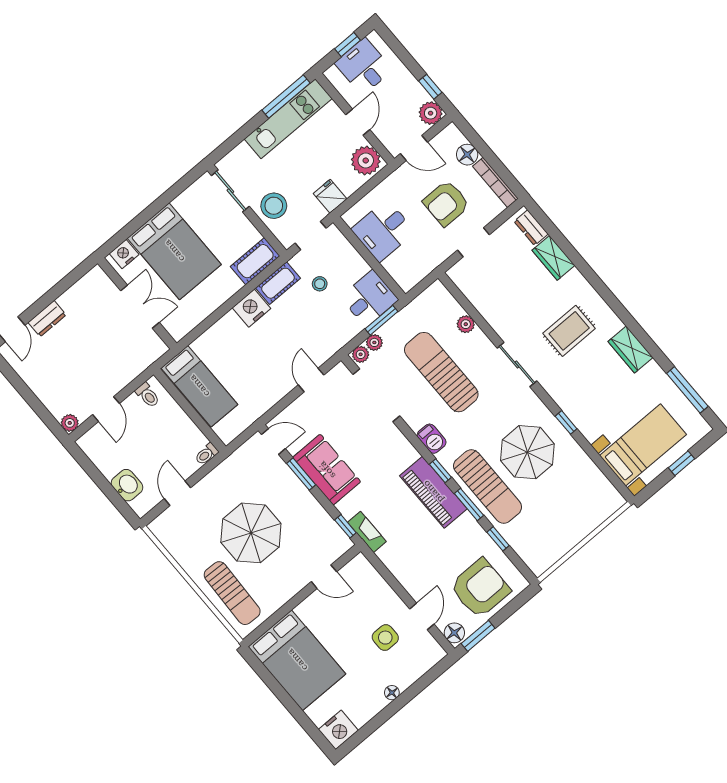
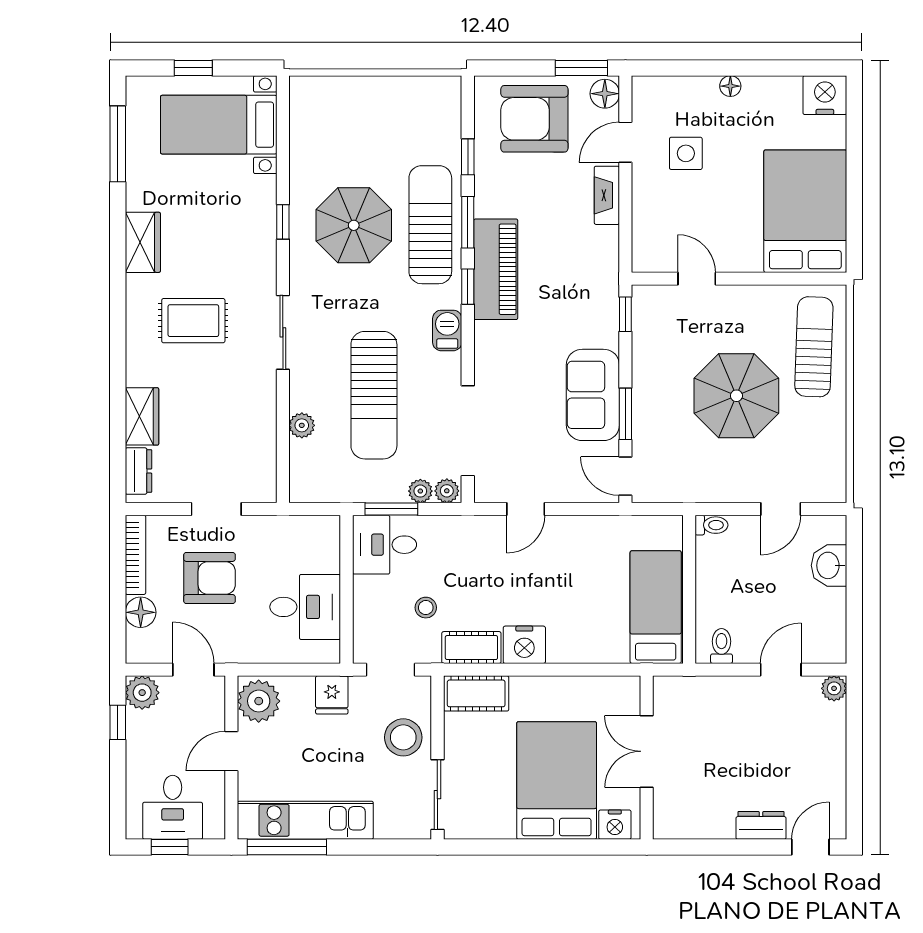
fireplace: (367, 532) -> (607, 195), moved

